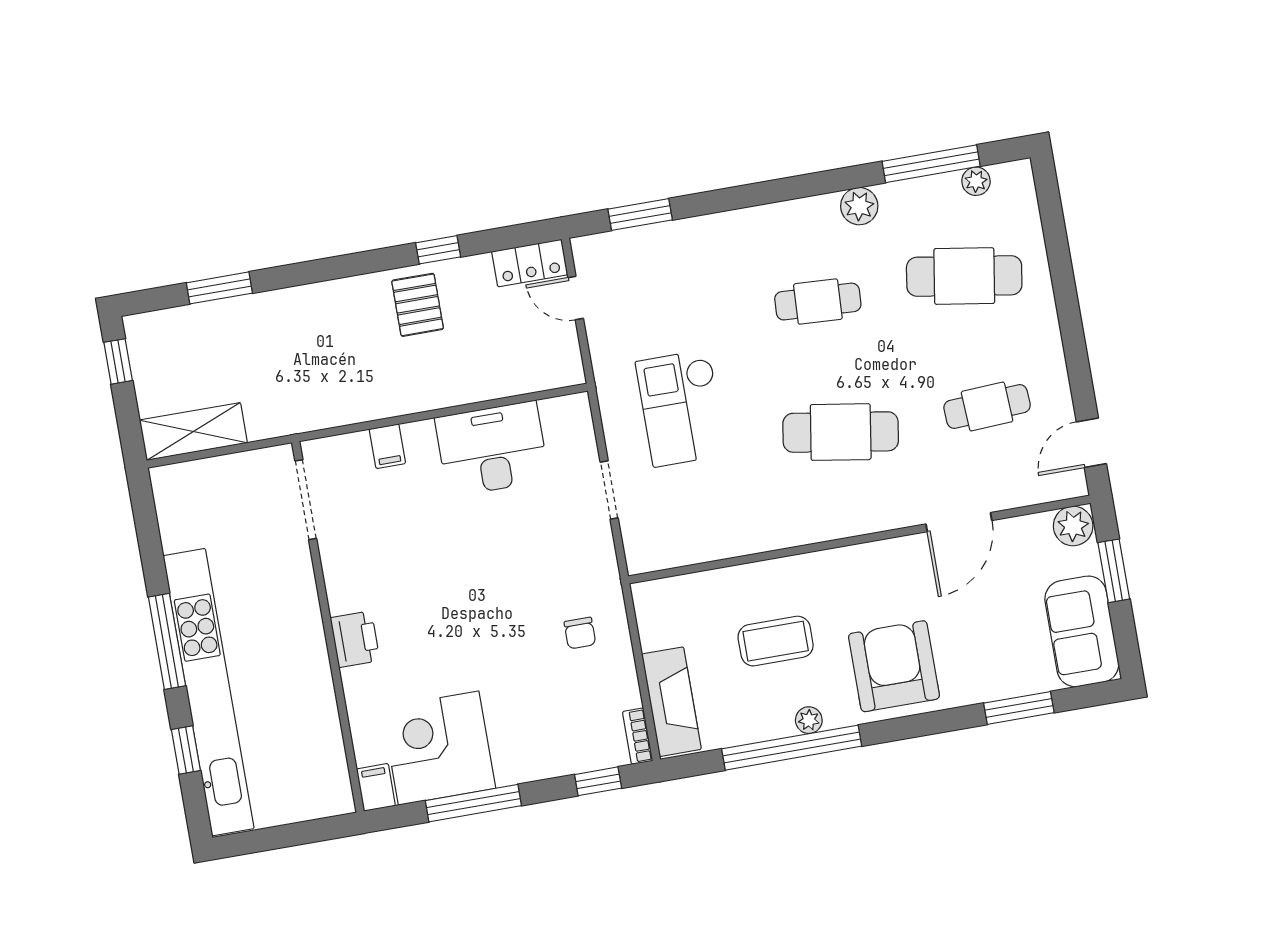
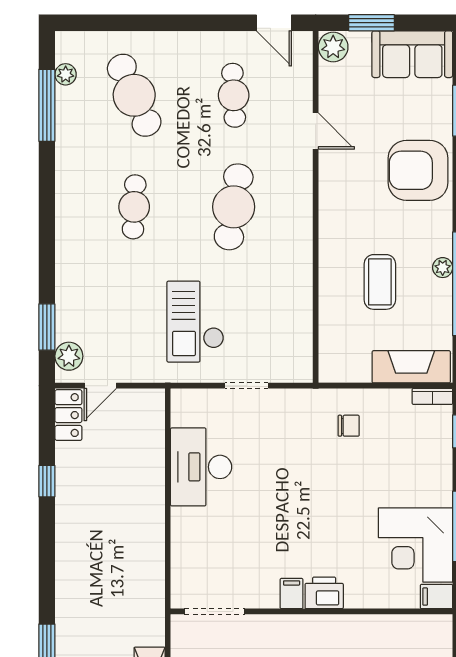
plant: (859, 206) -> (69, 356), moved
cafe table: (964, 276) -> (134, 95), turned -33
pallet: (418, 305) -> (85, 503), removed
checkout: (681, 408) -> (195, 322), turned 90
filing cabinet: (387, 446) -> (292, 594), moved, turned -90
door: (959, 522) -> (316, 131), width x0.73
armchair: (894, 666) -> (418, 170), moved

